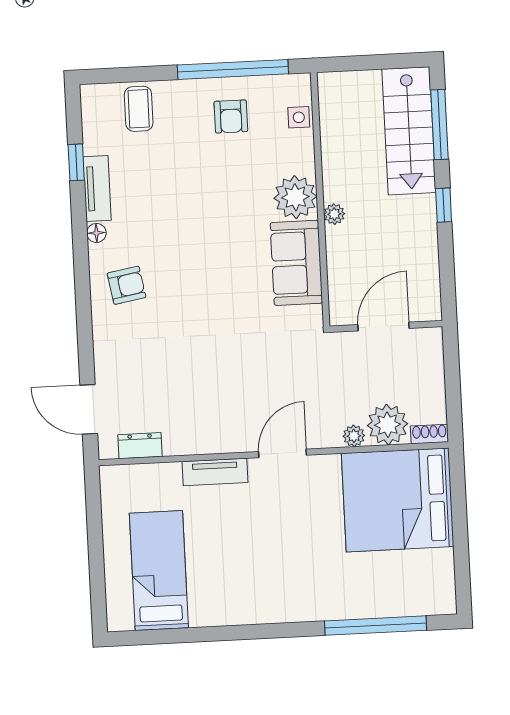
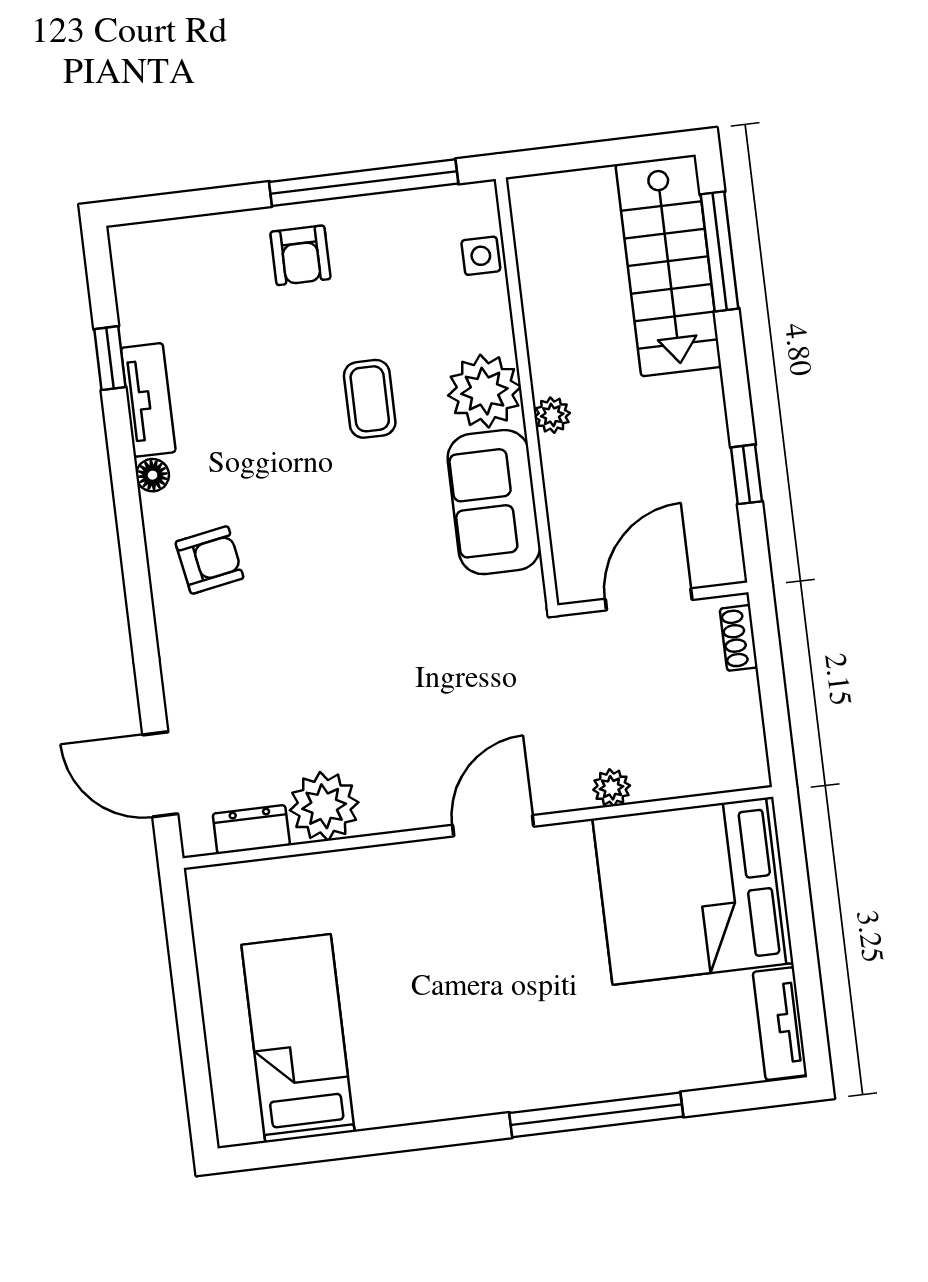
coffee table: (139, 109) -> (370, 399), moved
armchair: (231, 116) -> (300, 255), moved
window: (444, 205) -> (746, 474), moved
plant: (388, 425) -> (324, 806), moved
shoe rack: (429, 434) -> (739, 638), moved, turned -90
tv unit: (215, 472) -> (780, 1024), moved, turned 90
window: (376, 626) -> (596, 1115), moved

